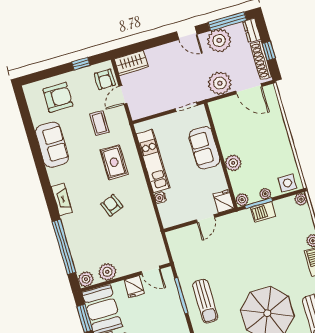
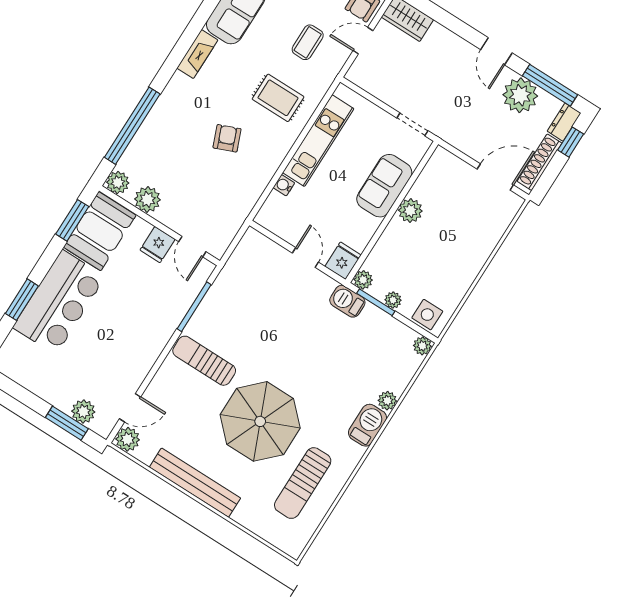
window: (269, 51) -> (571, 142), moved
plant: (220, 83) -> (473, 139), removed
door: (249, 89) -> (495, 177), swing flipped
rug: (114, 162) -> (278, 98), turned 90
plant: (233, 163) -> (410, 211), moved
fireplace: (62, 199) -> (197, 54), moved
barbecue: (263, 212) -> (347, 301), moved
door: (206, 219) -> (305, 258), swing flipped
sun lounger: (205, 301) -> (204, 361), moved, turned 90

